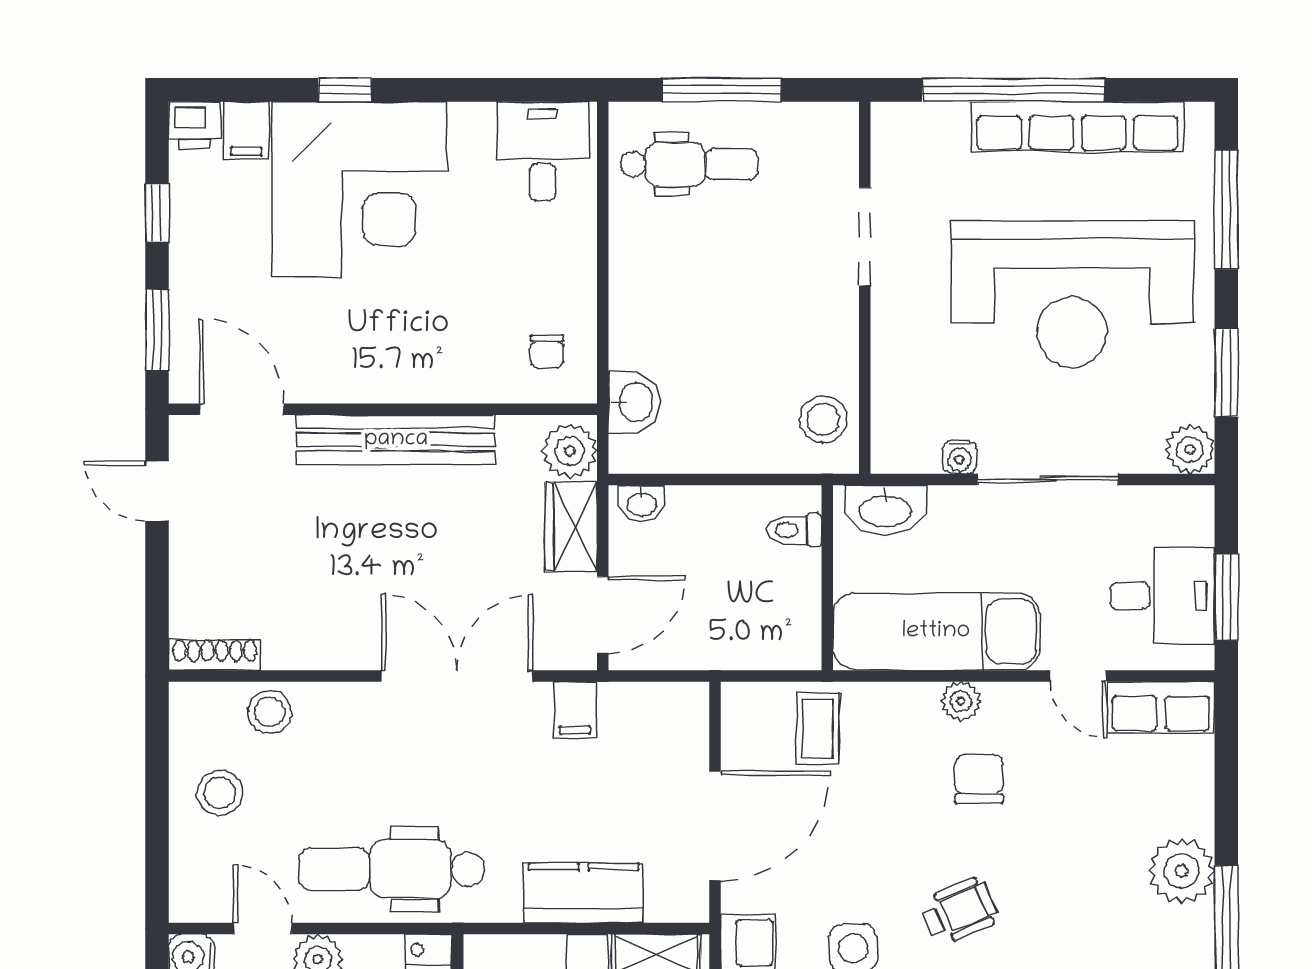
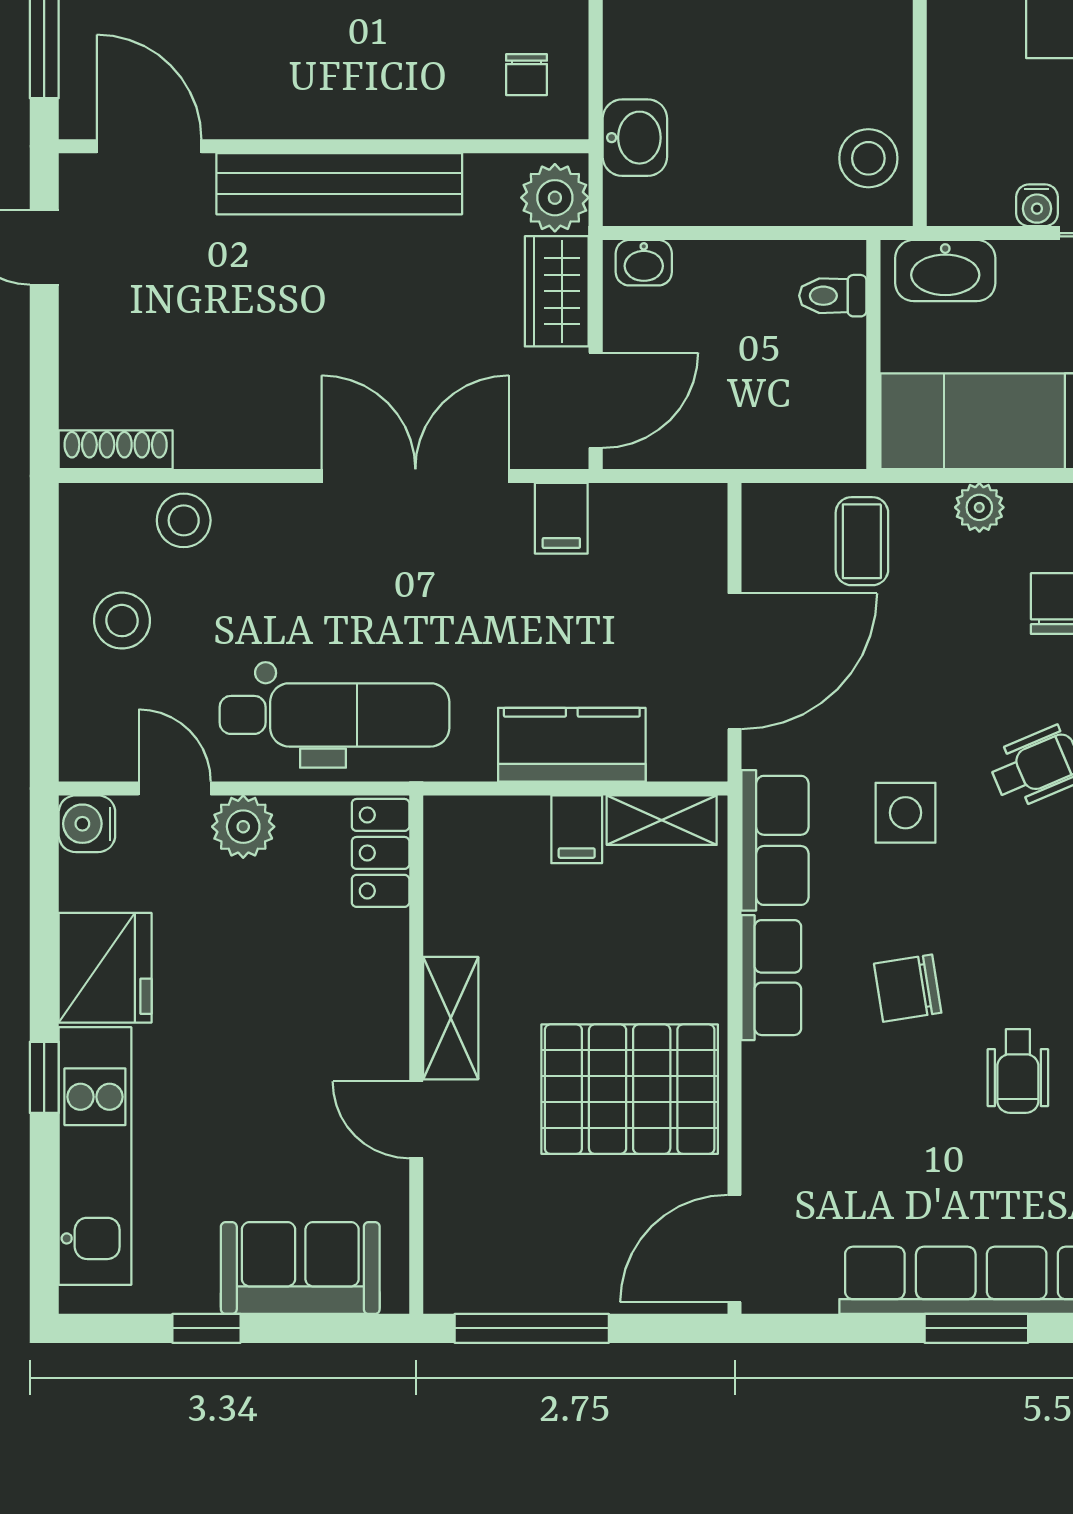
plant: (961, 701) -> (979, 507), moved
dental chair: (392, 869) -> (334, 715), turned 180

